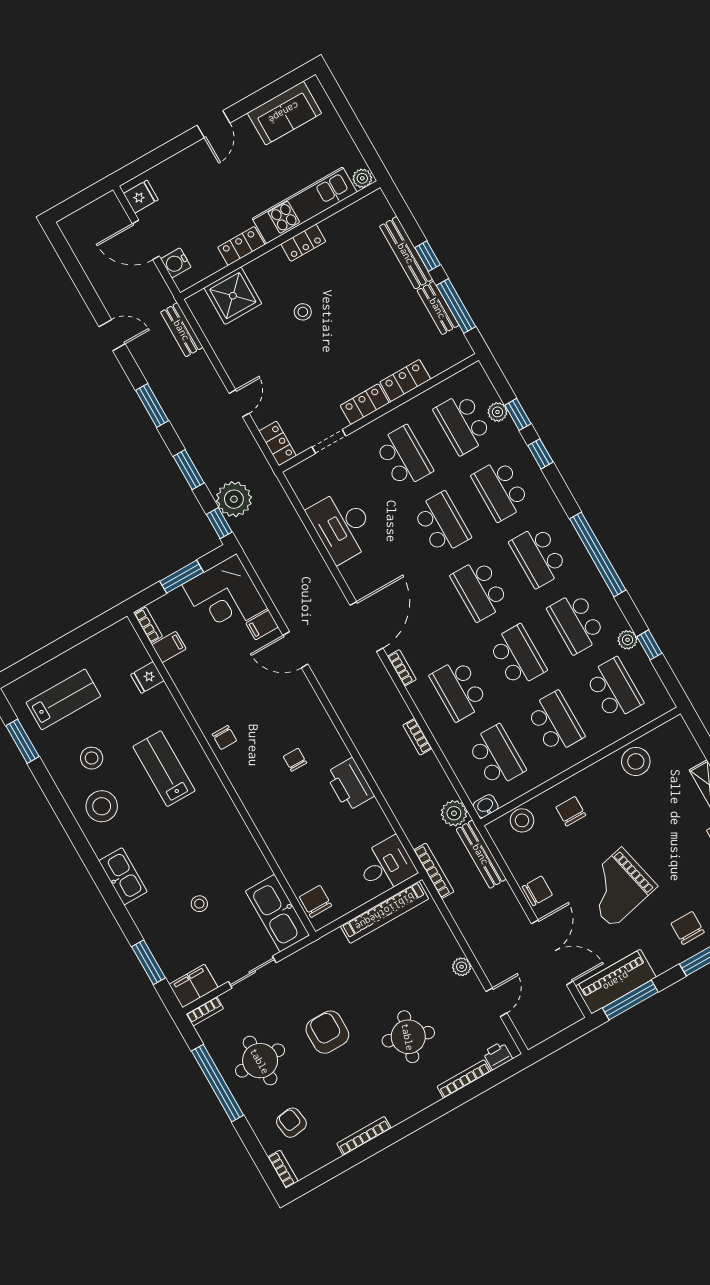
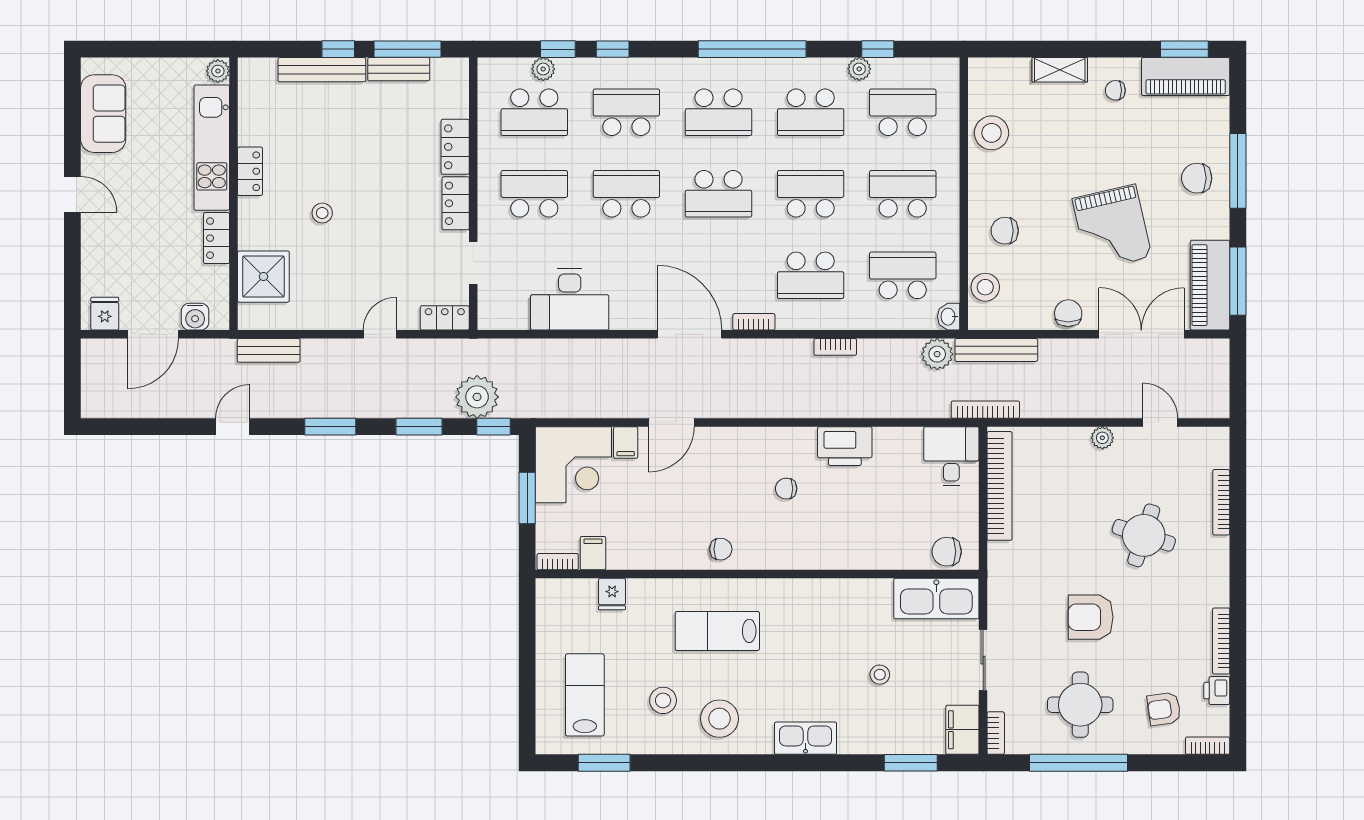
door: (239, 403) -> (380, 334), hinge flipped
school desk: (501, 490) -> (626, 112), turned 180
printer: (498, 1056) -> (1217, 691), moved

